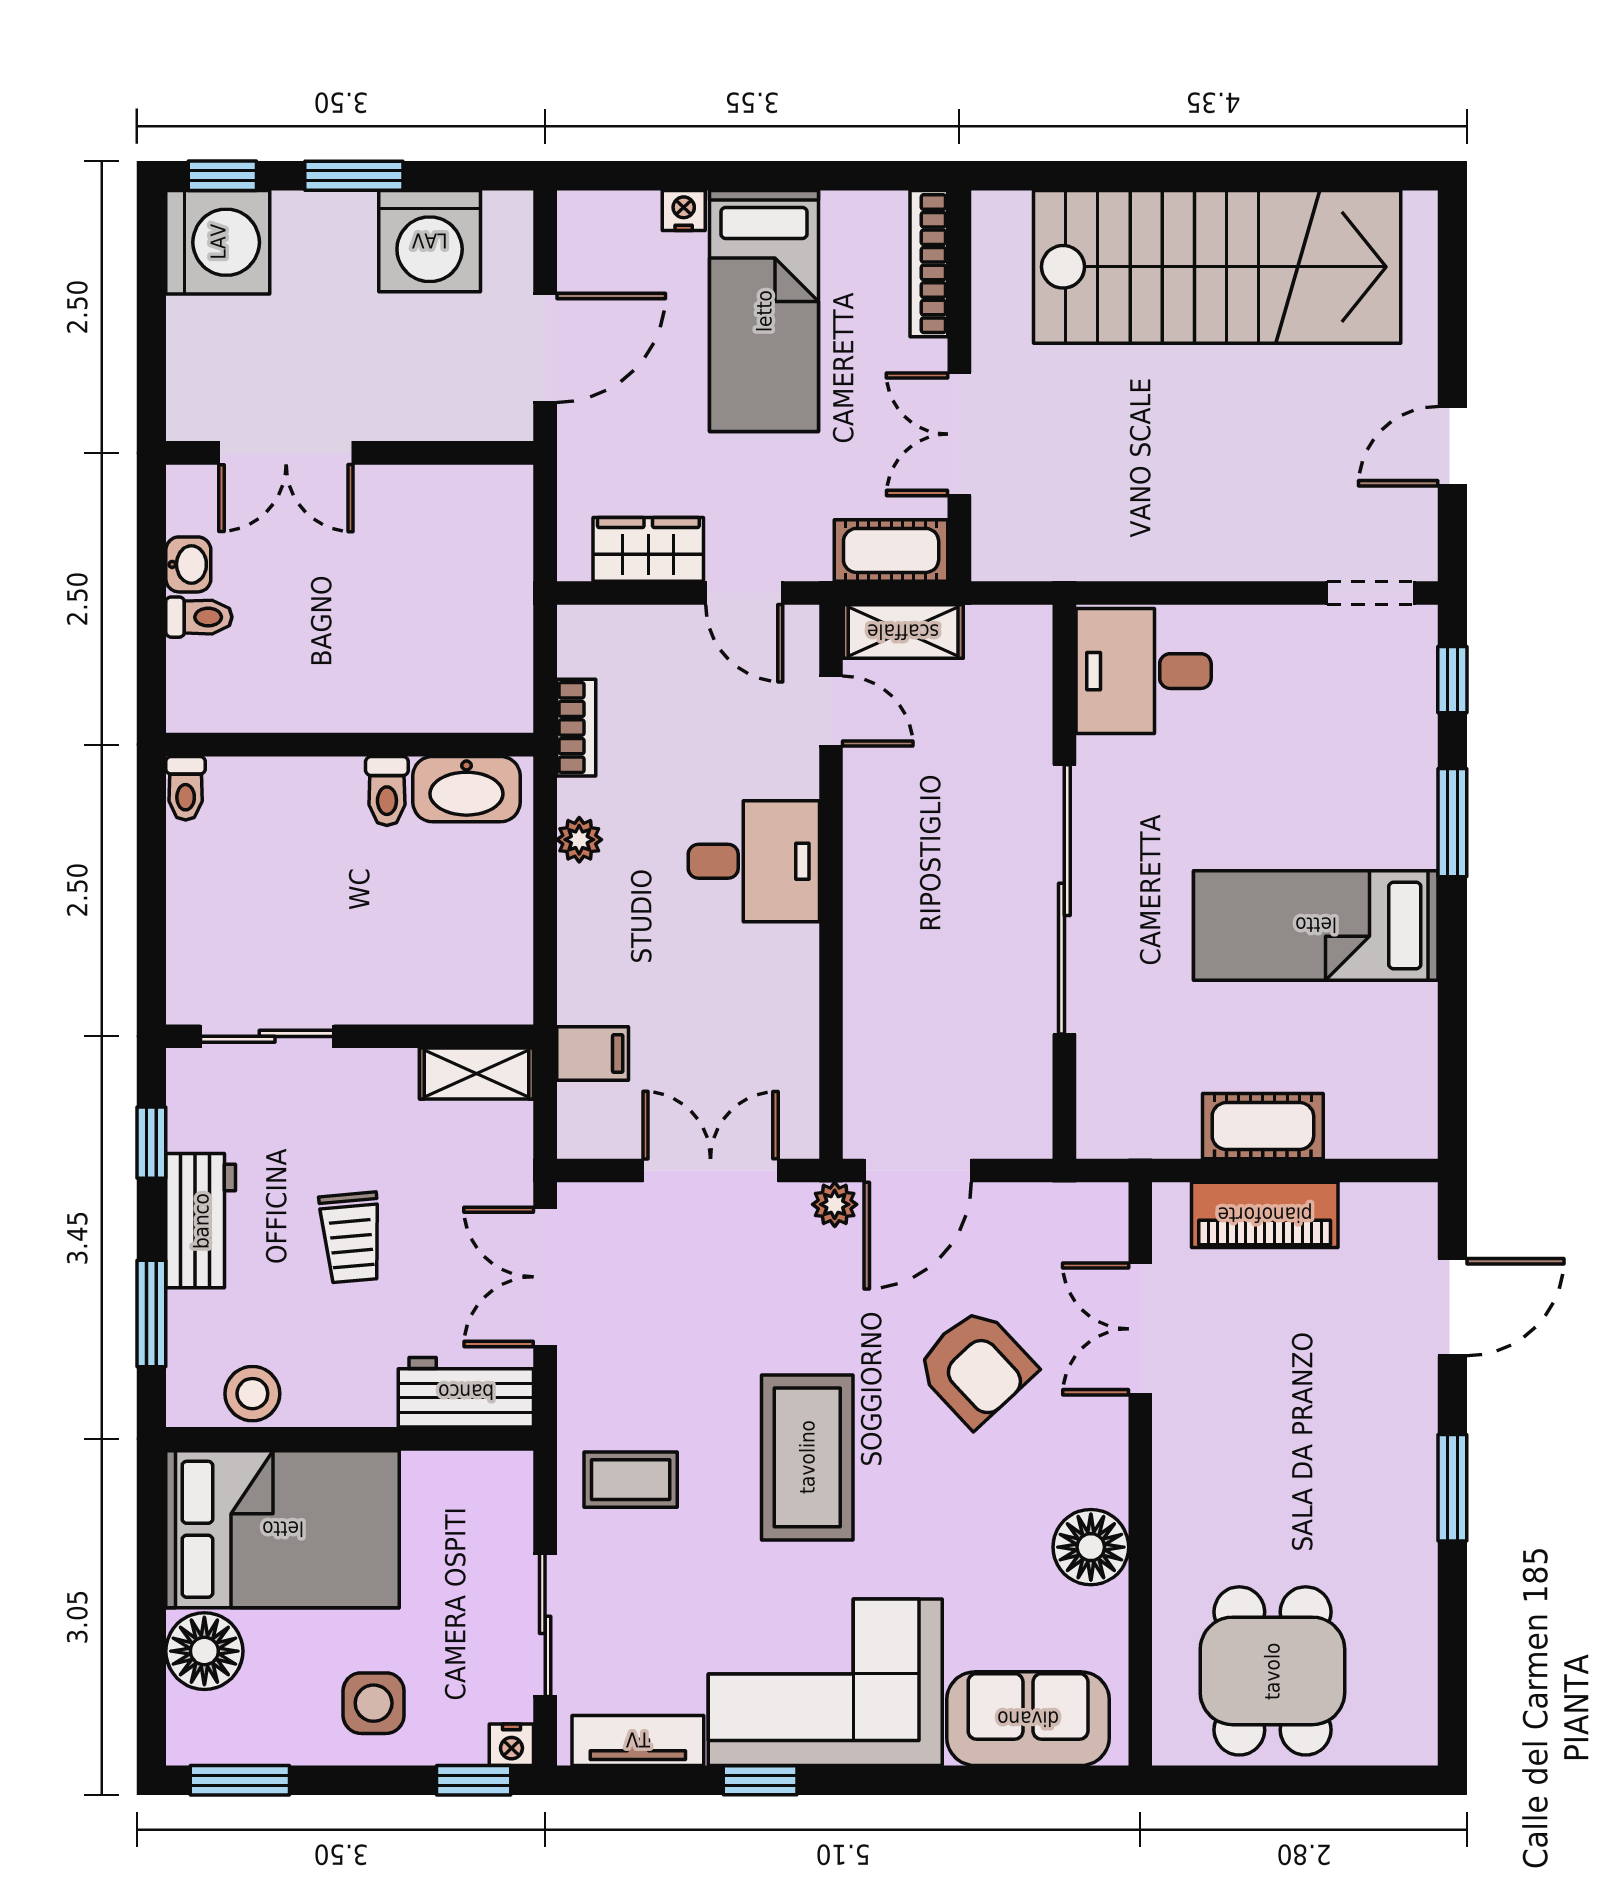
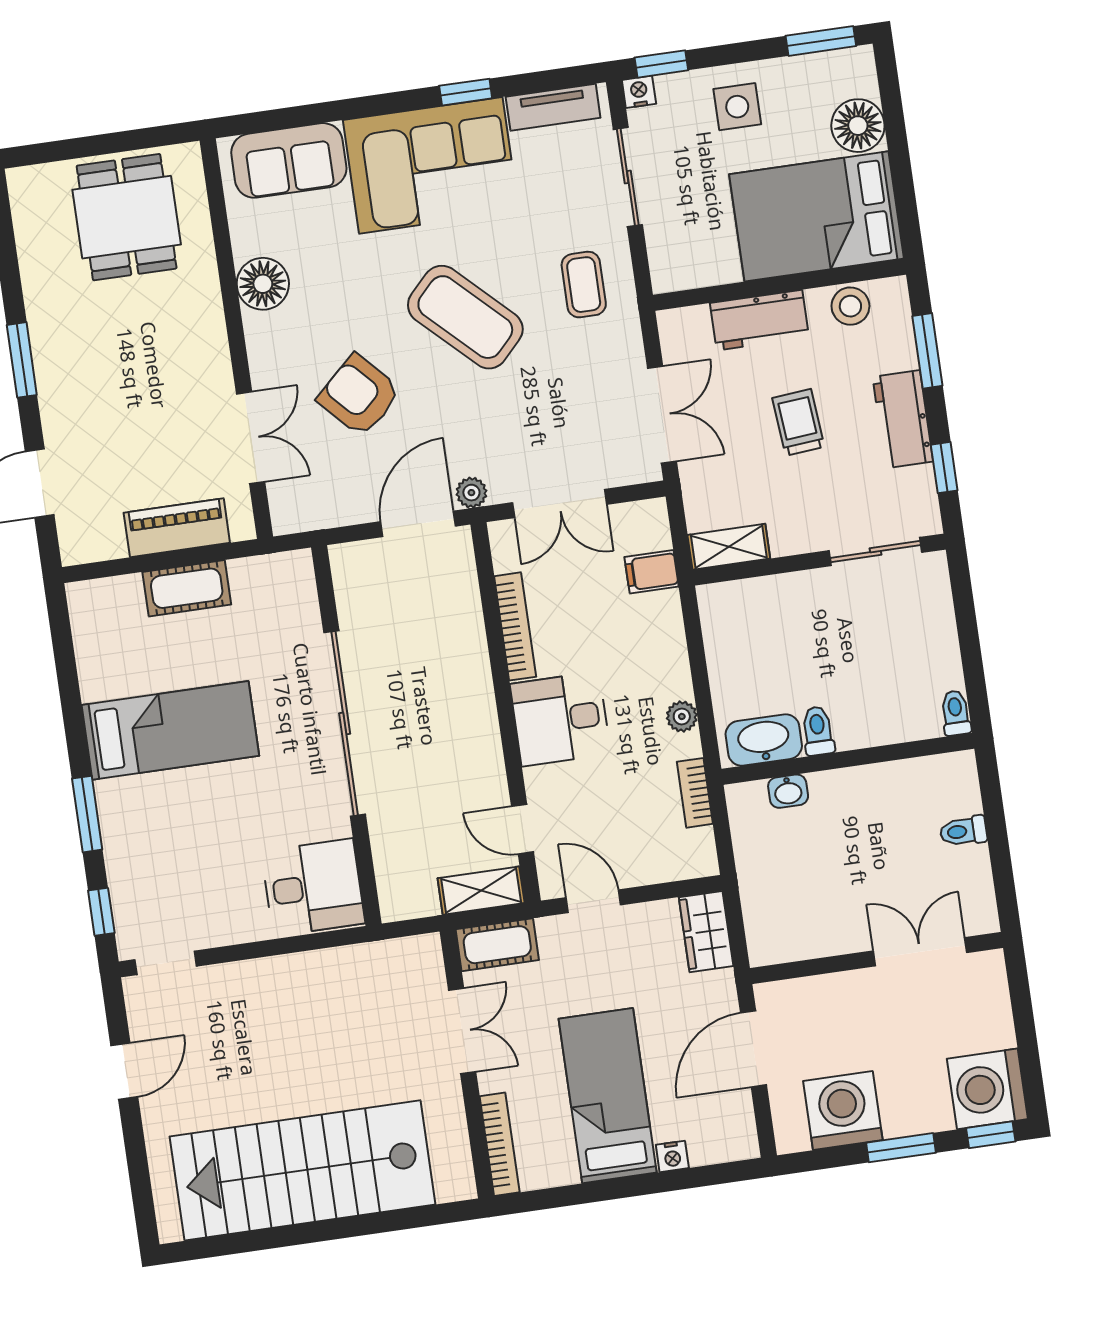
wardrobe: (648, 549) -> (706, 932), moved, turned 90
washbasin: (188, 564) -> (788, 791), moved, turned -90
bookcase: (800, 1003) -> (515, 626), added
workbench: (466, 1392) -> (760, 320), moved
coffee table: (807, 1457) -> (465, 317), turned -46
coffee table: (631, 1480) -> (584, 285), turned 90

